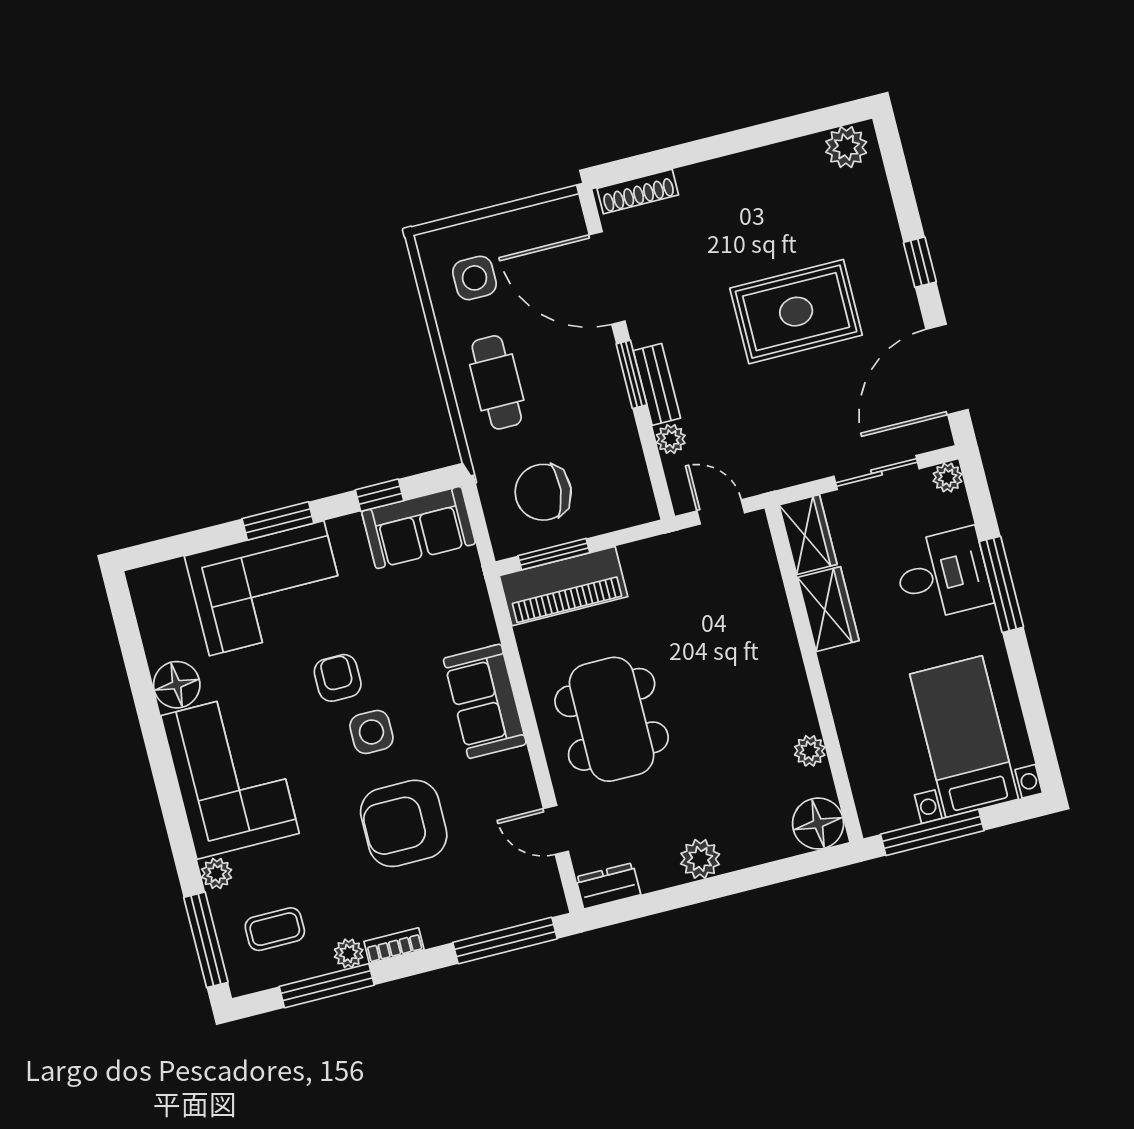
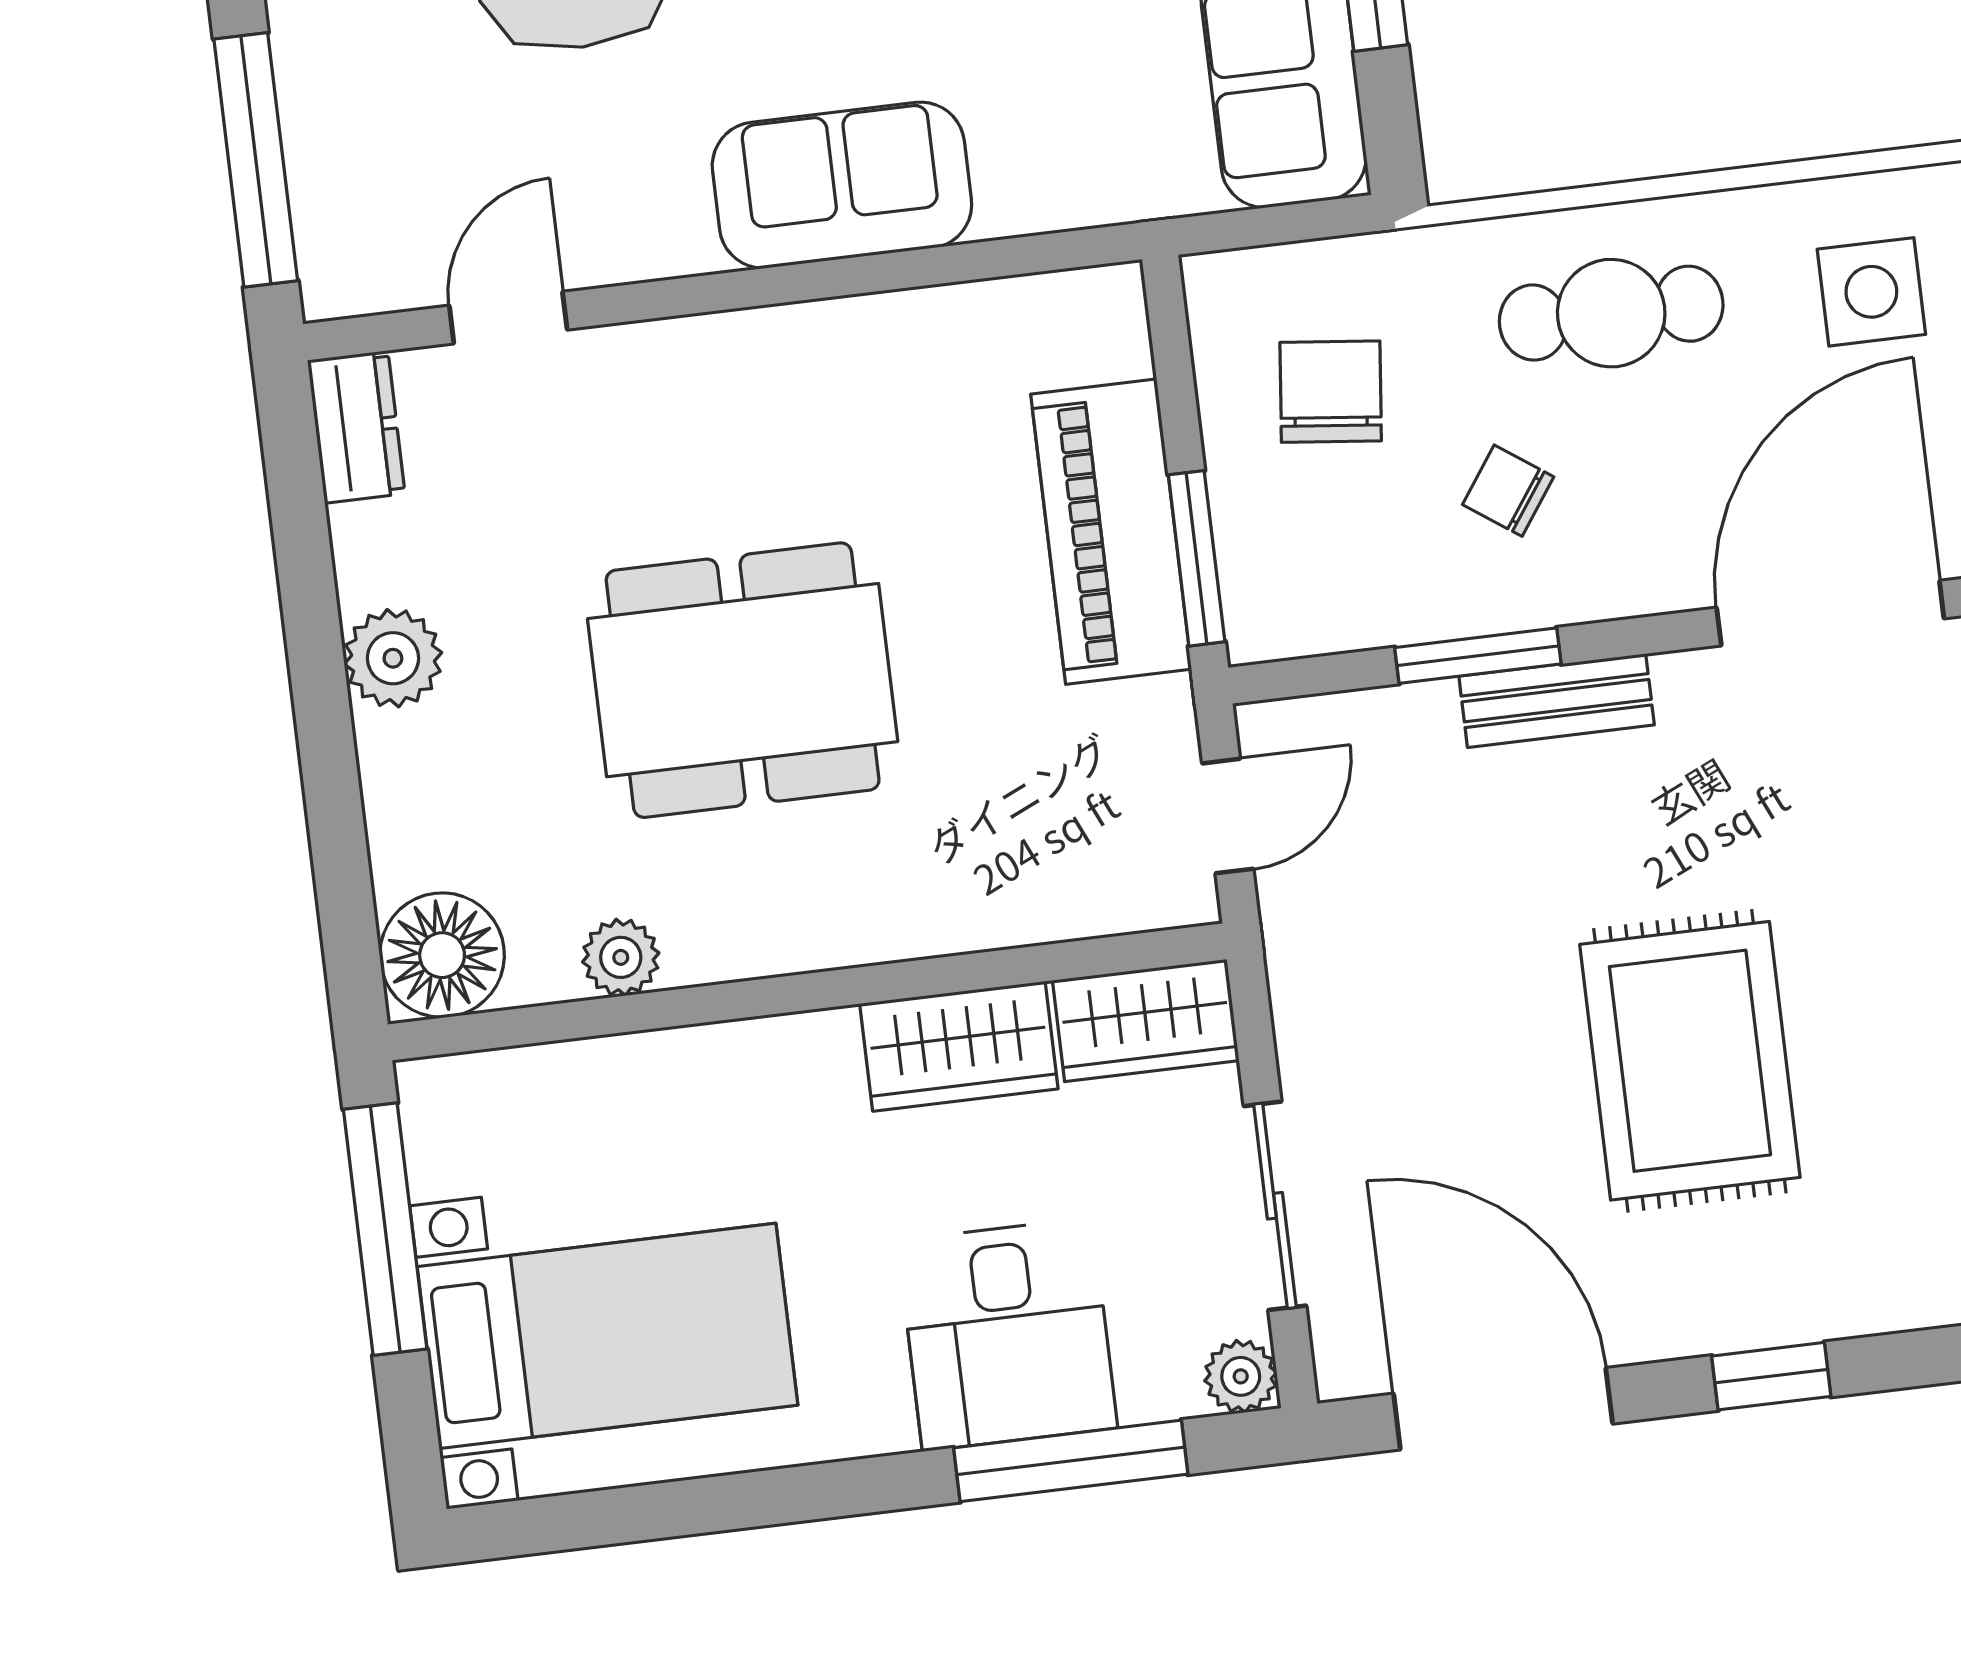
window: (631, 374) -> (1478, 656), moved
chair: (574, 415) -> (1508, 491), added
plant: (671, 439) -> (1420, 717), removed
chair: (543, 492) -> (1331, 392), width x0.73, depth x0.73
window: (554, 554) -> (1197, 558), moved
window: (1001, 584) -> (1071, 1461), moved
piano: (564, 586) -> (1111, 532), moved
dining table: (612, 719) -> (743, 680), moved

